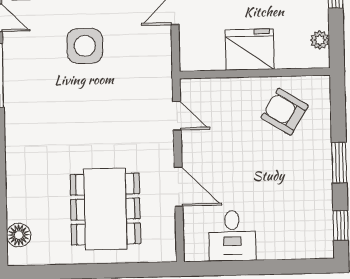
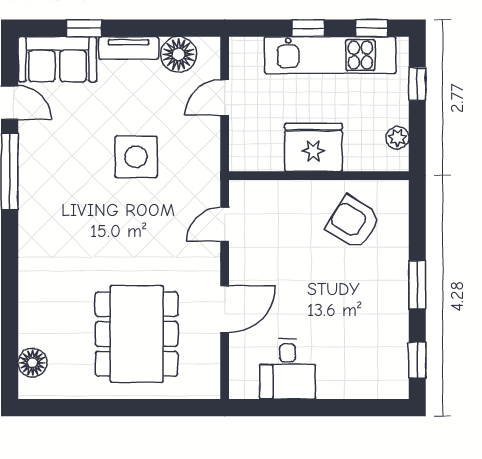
side table: (85, 46) -> (136, 157), moved
door: (177, 116) -> (225, 224), swing flipped
door: (179, 187) -> (225, 309), hinge flipped

